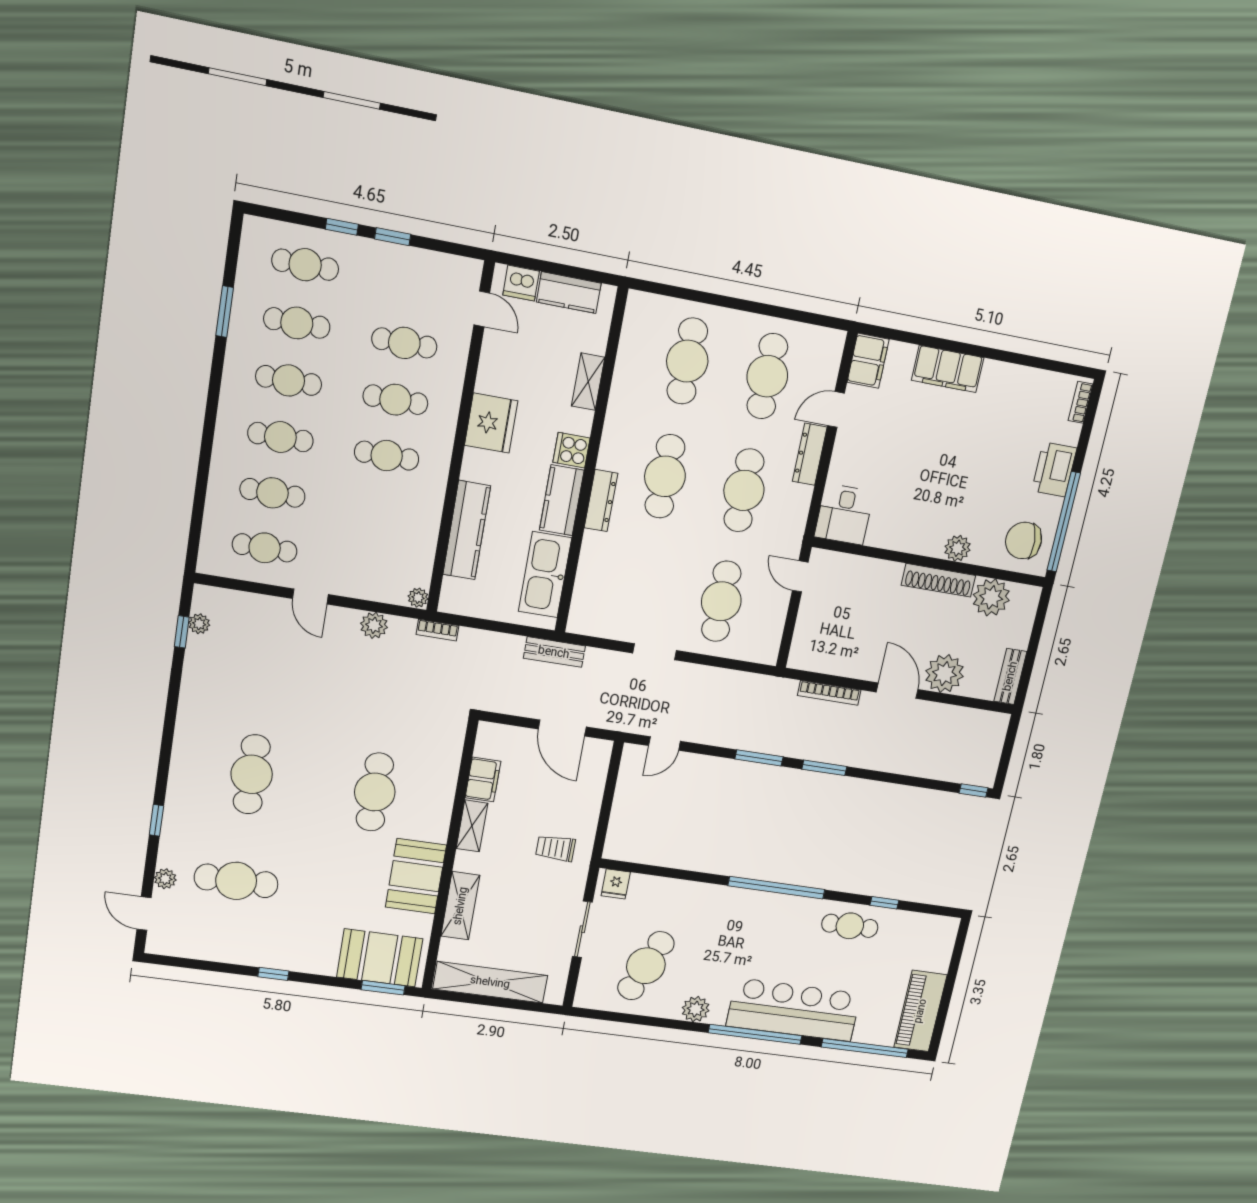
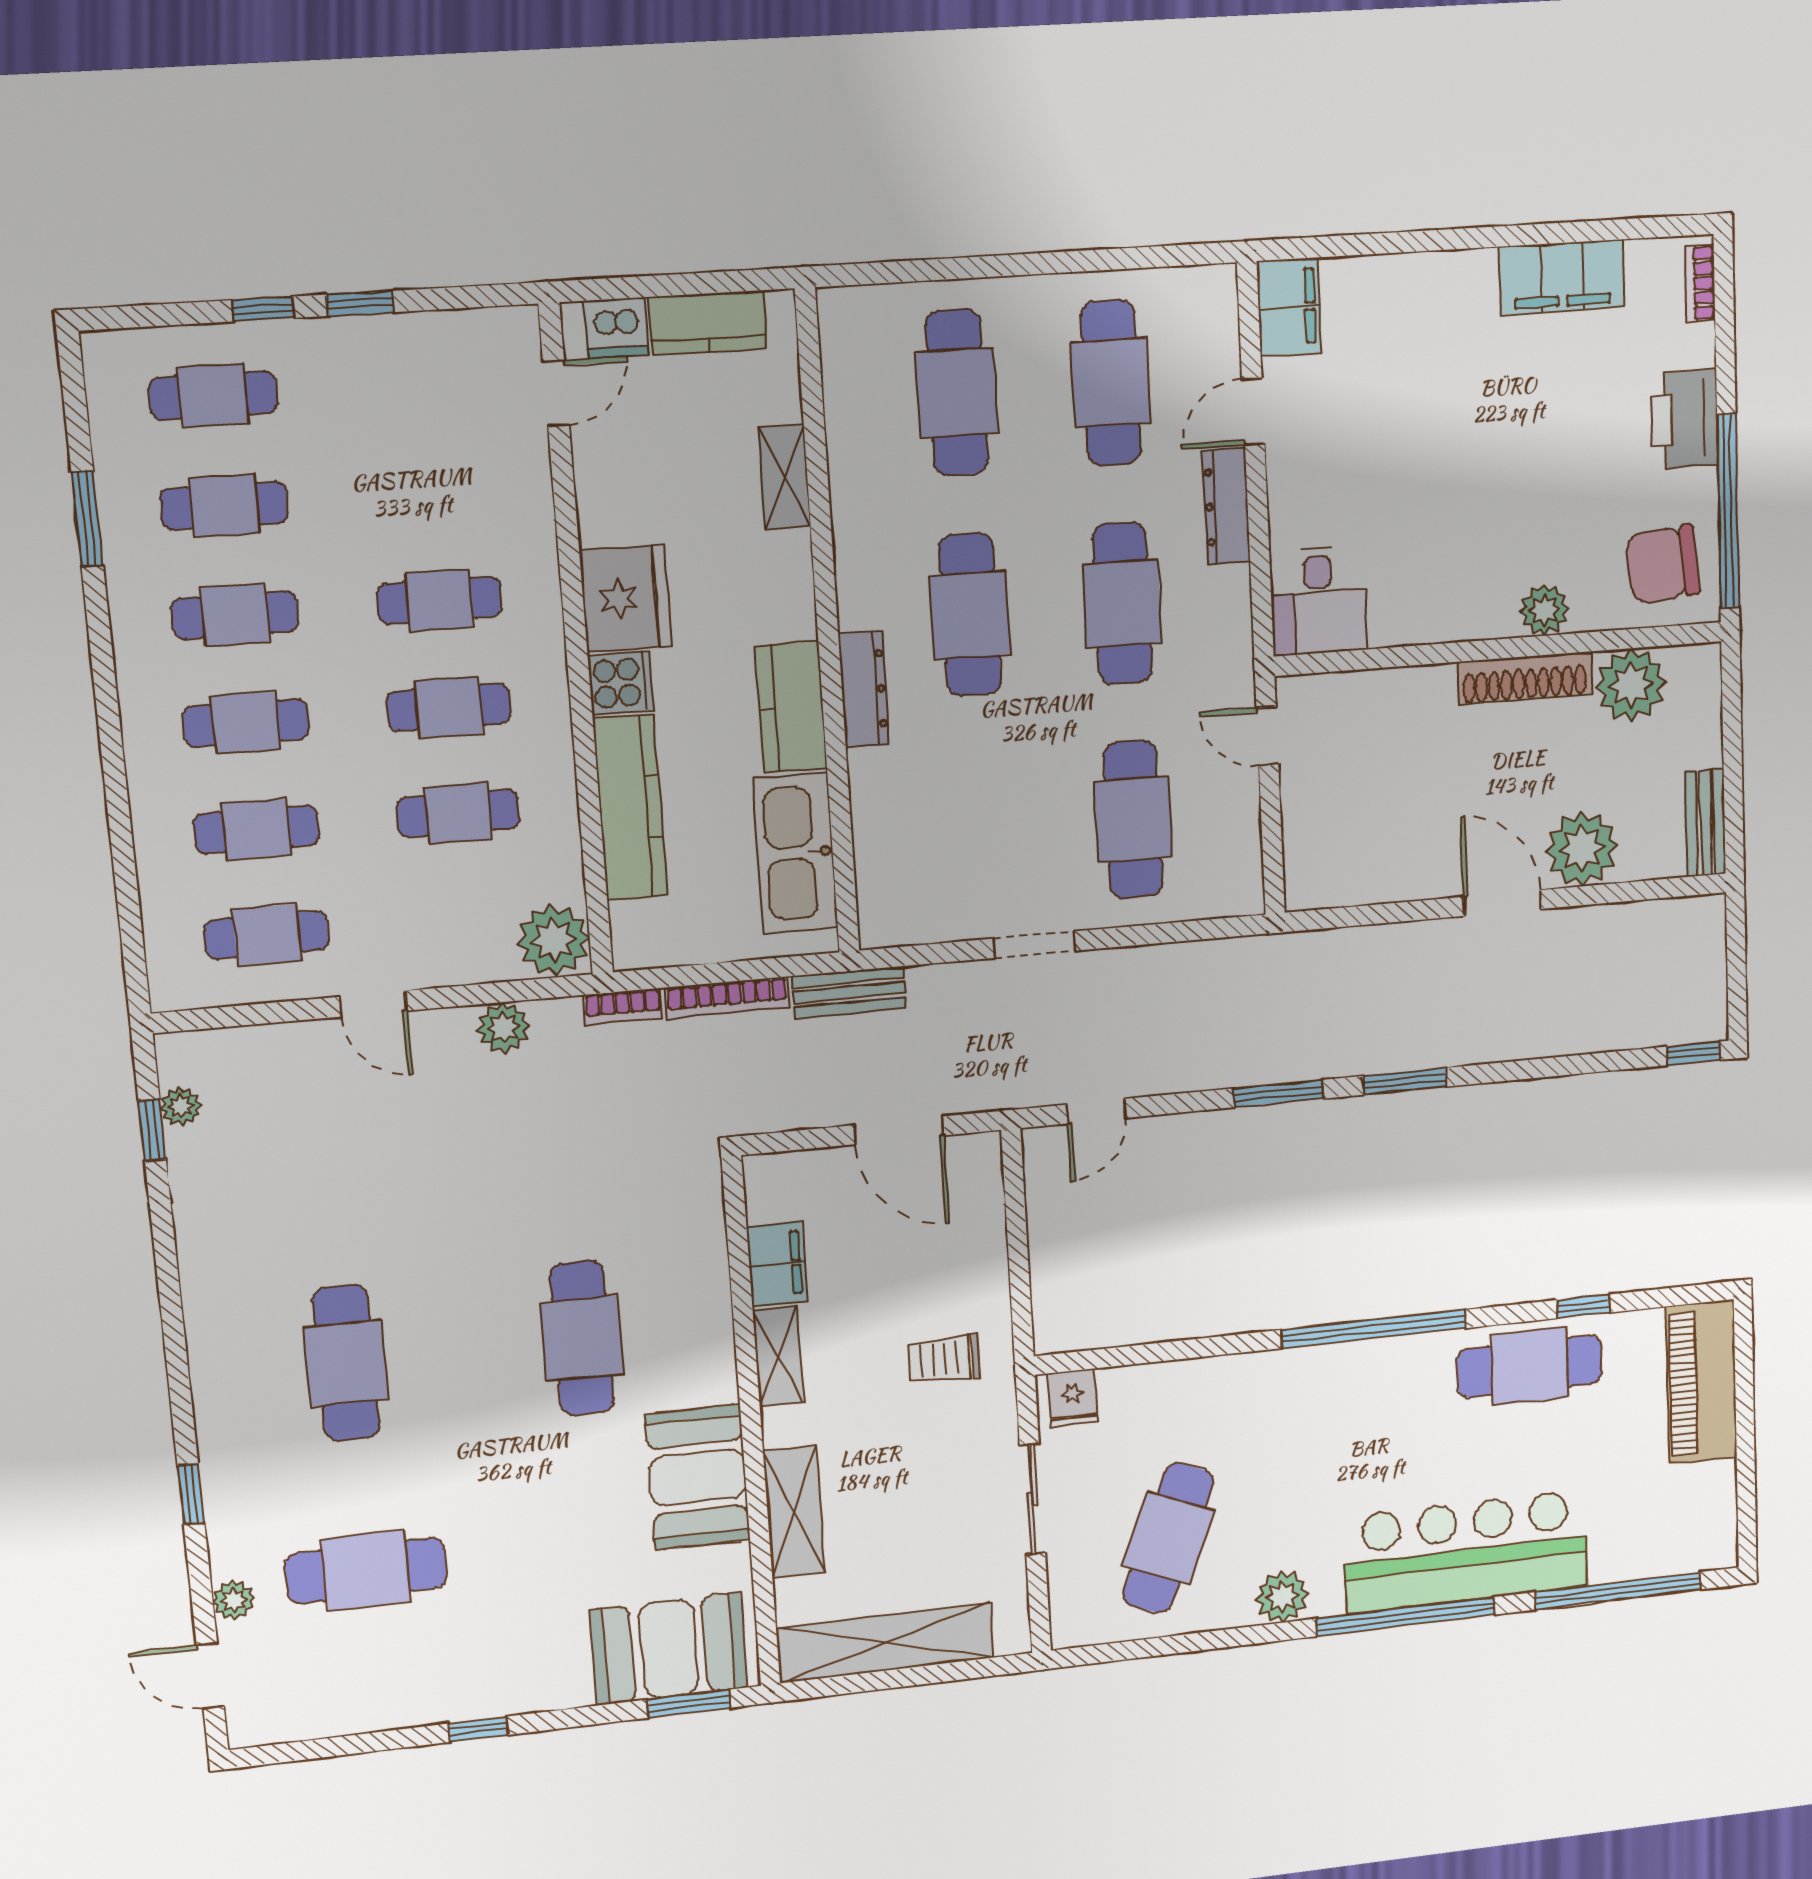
door: (482, 309) -> (556, 393), hinge flipped
cafe table: (404, 343) -> (458, 813), moved
filing cabinet: (948, 369) -> (1562, 277), moved
cooker: (572, 450) -> (621, 683), moved, turned 180
plant: (418, 598) -> (554, 940), width x1.88, depth x1.88
bookcase: (829, 693) -> (727, 998), moved
cafe table: (850, 926) -> (1530, 1366), width x1.37, depth x1.35
piano: (920, 1011) -> (1702, 1382), moved

